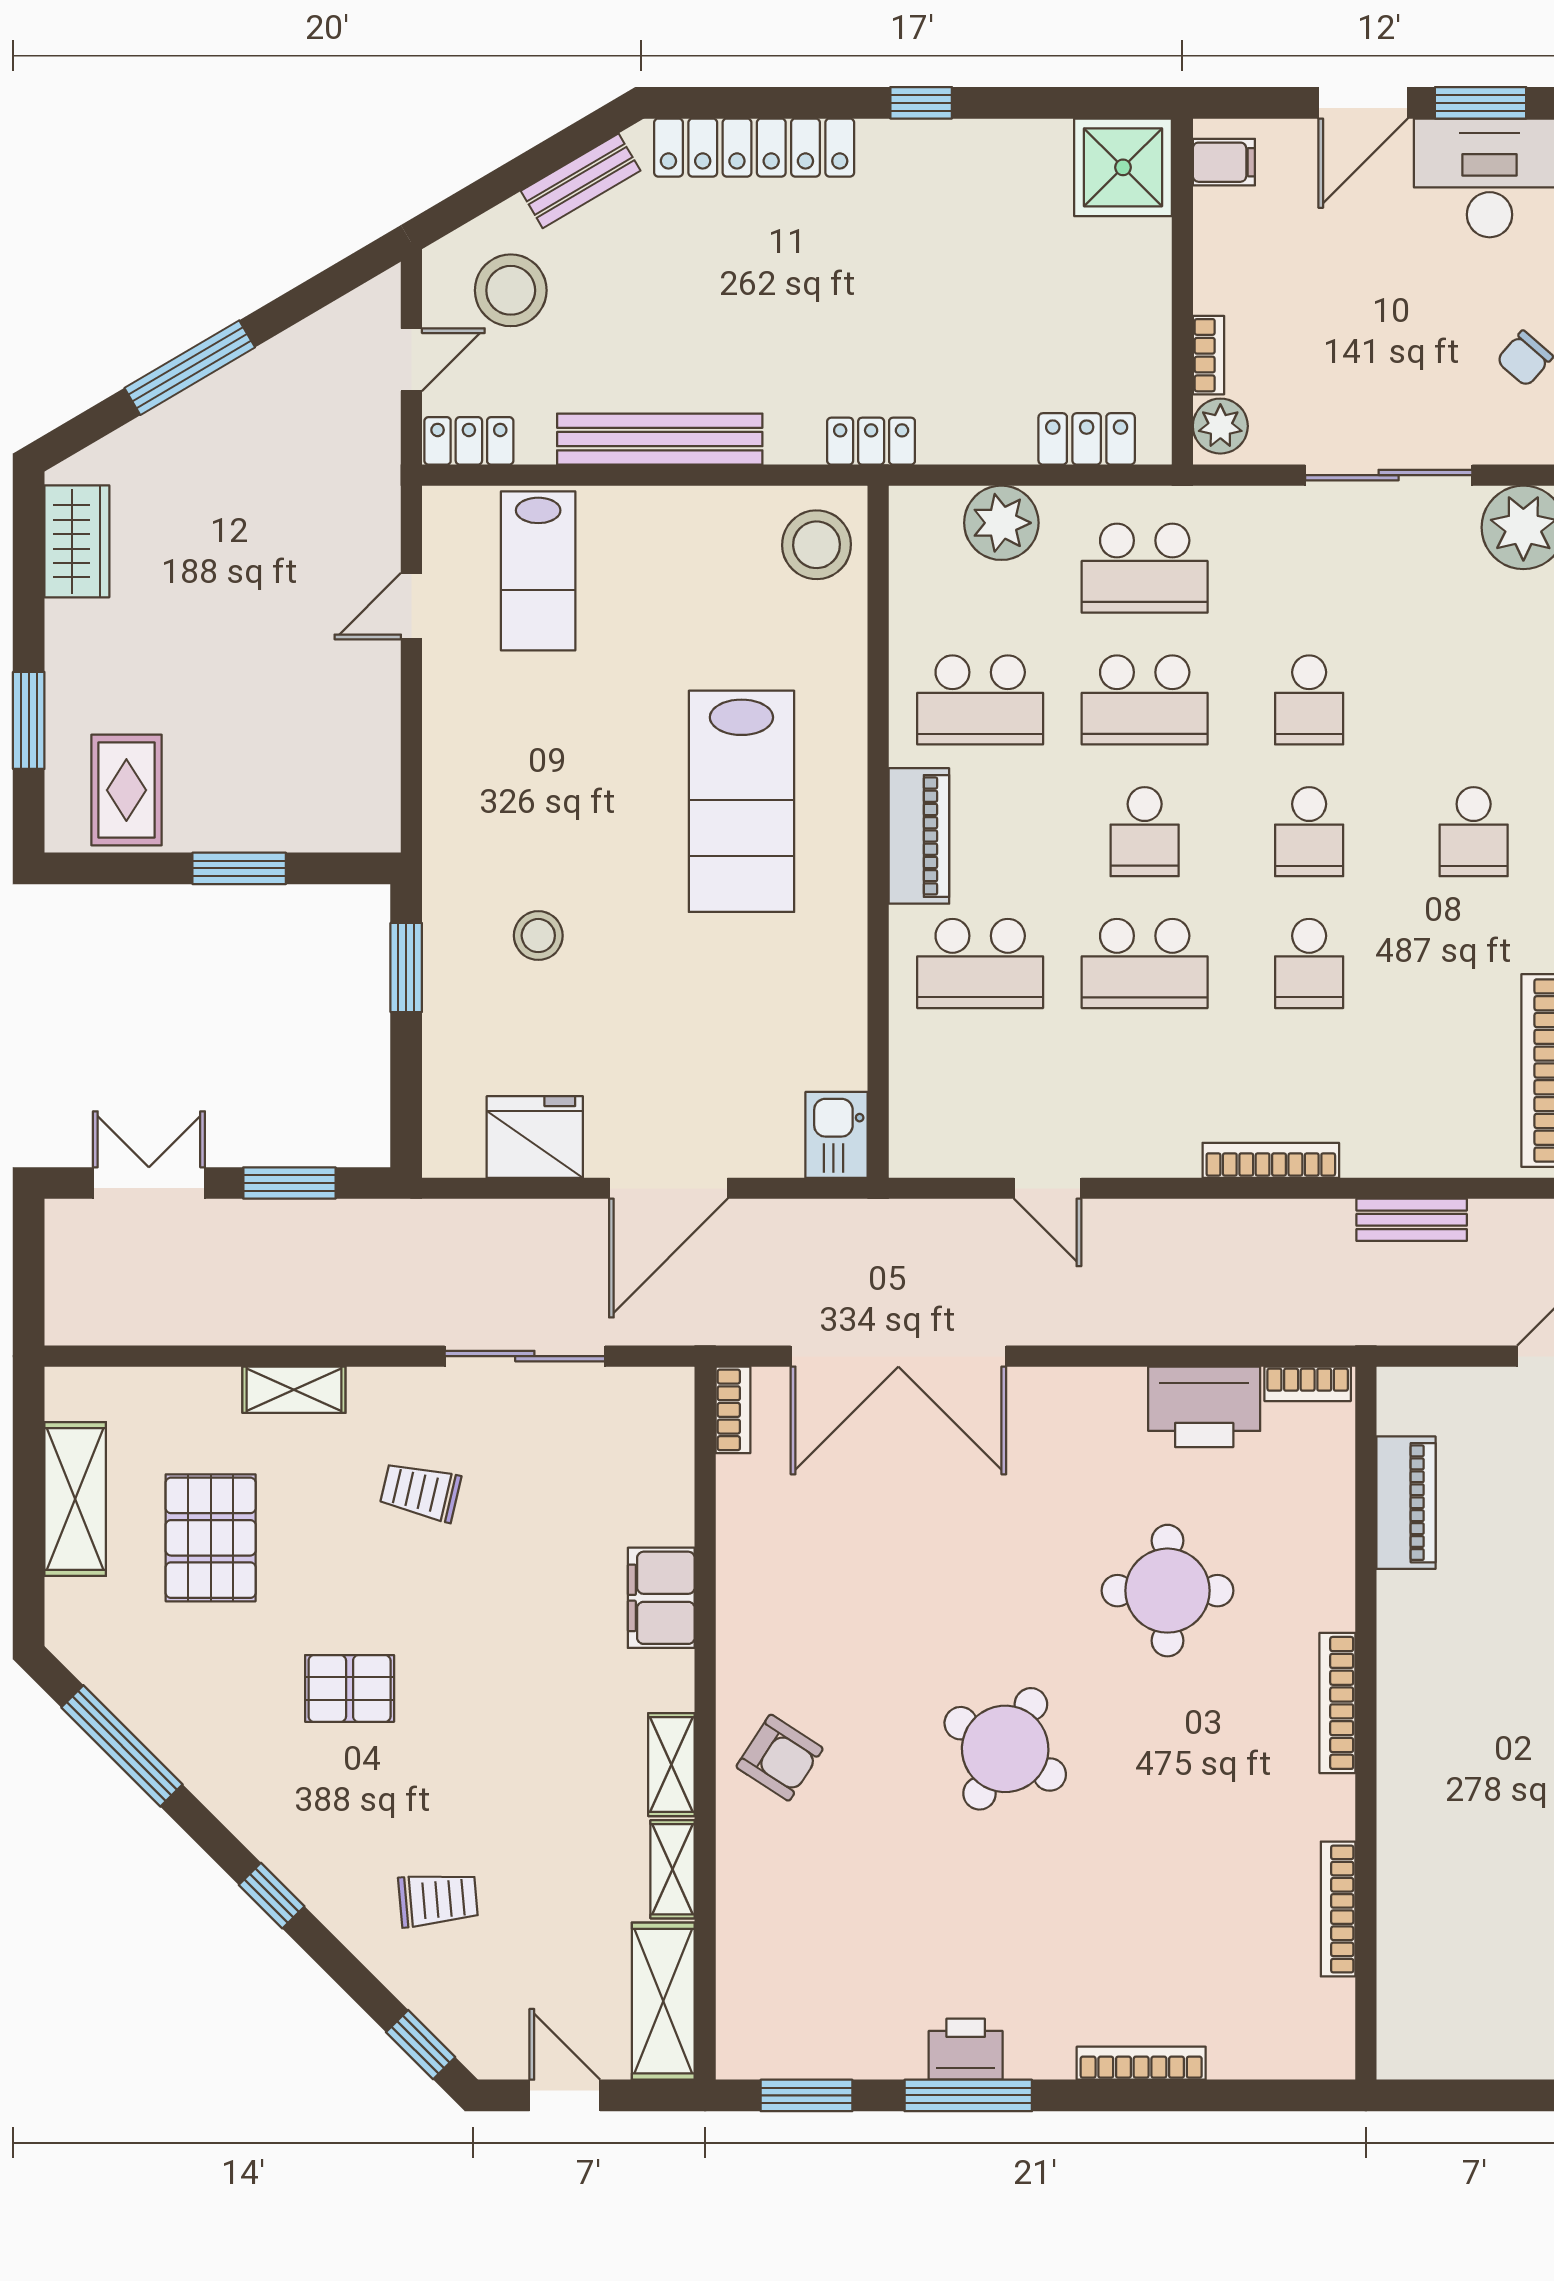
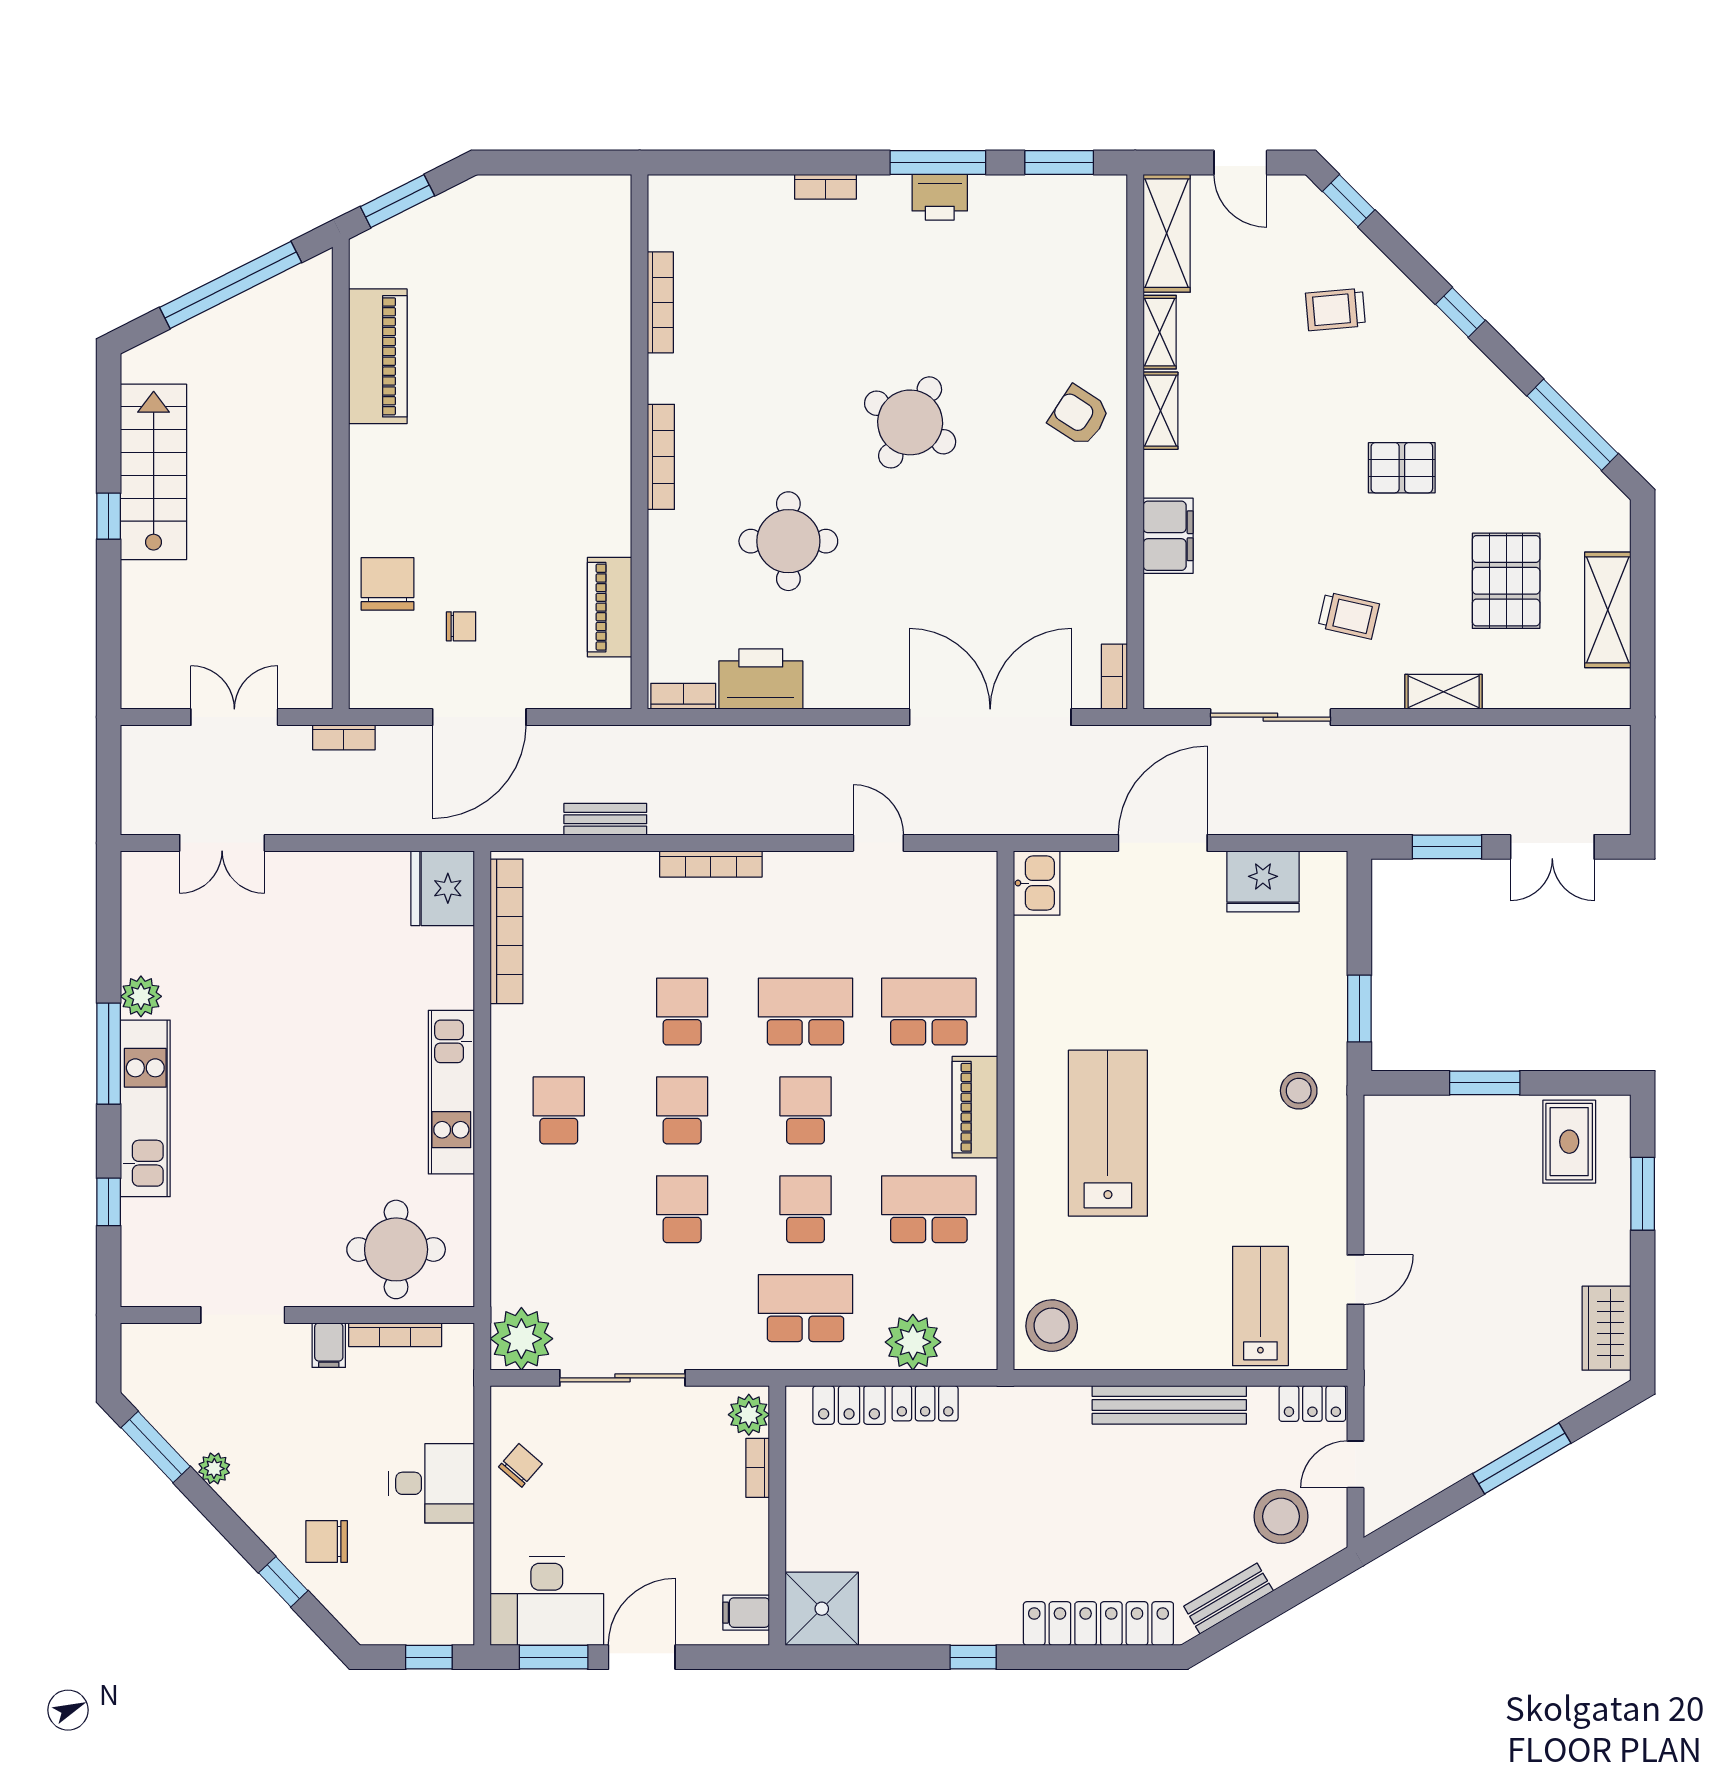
locker: (871, 441) -> (925, 1403), moved
school desk: (1145, 700) -> (806, 1209), width x0.54
stool: (538, 936) -> (1299, 1091), moved
bookcase: (1141, 2063) -> (826, 187), width x0.64

